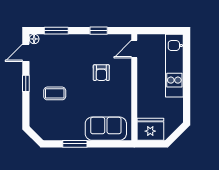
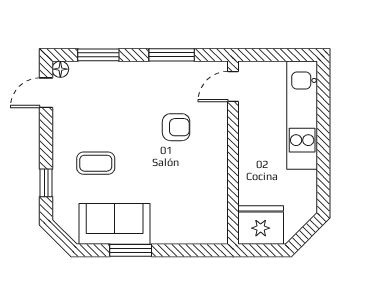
window: (99, 31) -> (172, 55), width x1.50
armchair: (101, 73) -> (176, 127), turned -90
window: (26, 83) -> (46, 183), moved
sofa: (106, 129) -> (115, 224), moved

